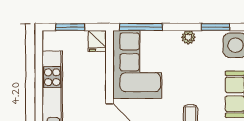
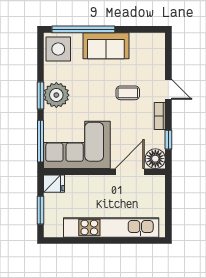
window: (215, 27) -> (40, 95), moved
plant: (188, 37) -> (56, 95), width x1.88, depth x1.88

